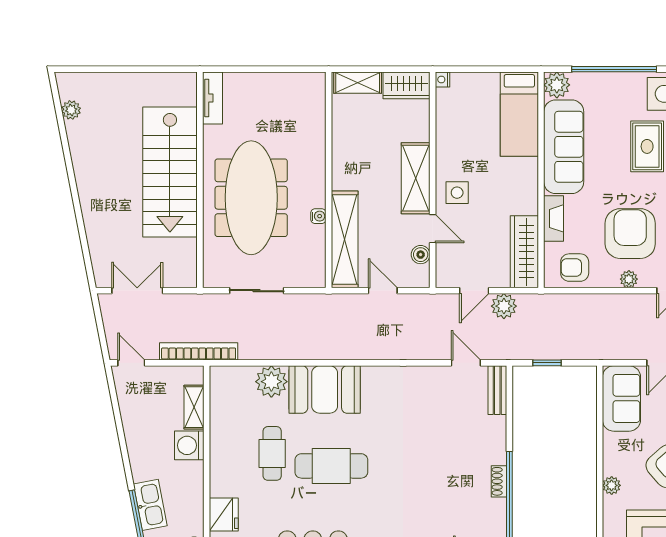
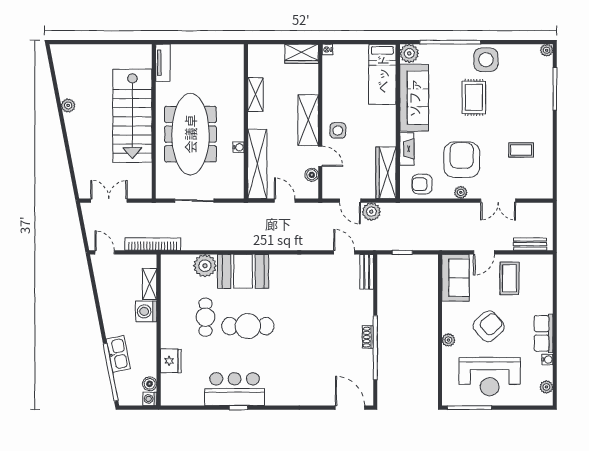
shelving: (358, 83) -> (256, 94), moved, turned 90
plant: (71, 110) -> (68, 105), moved
door: (474, 291) -> (350, 201), hinge flipped

